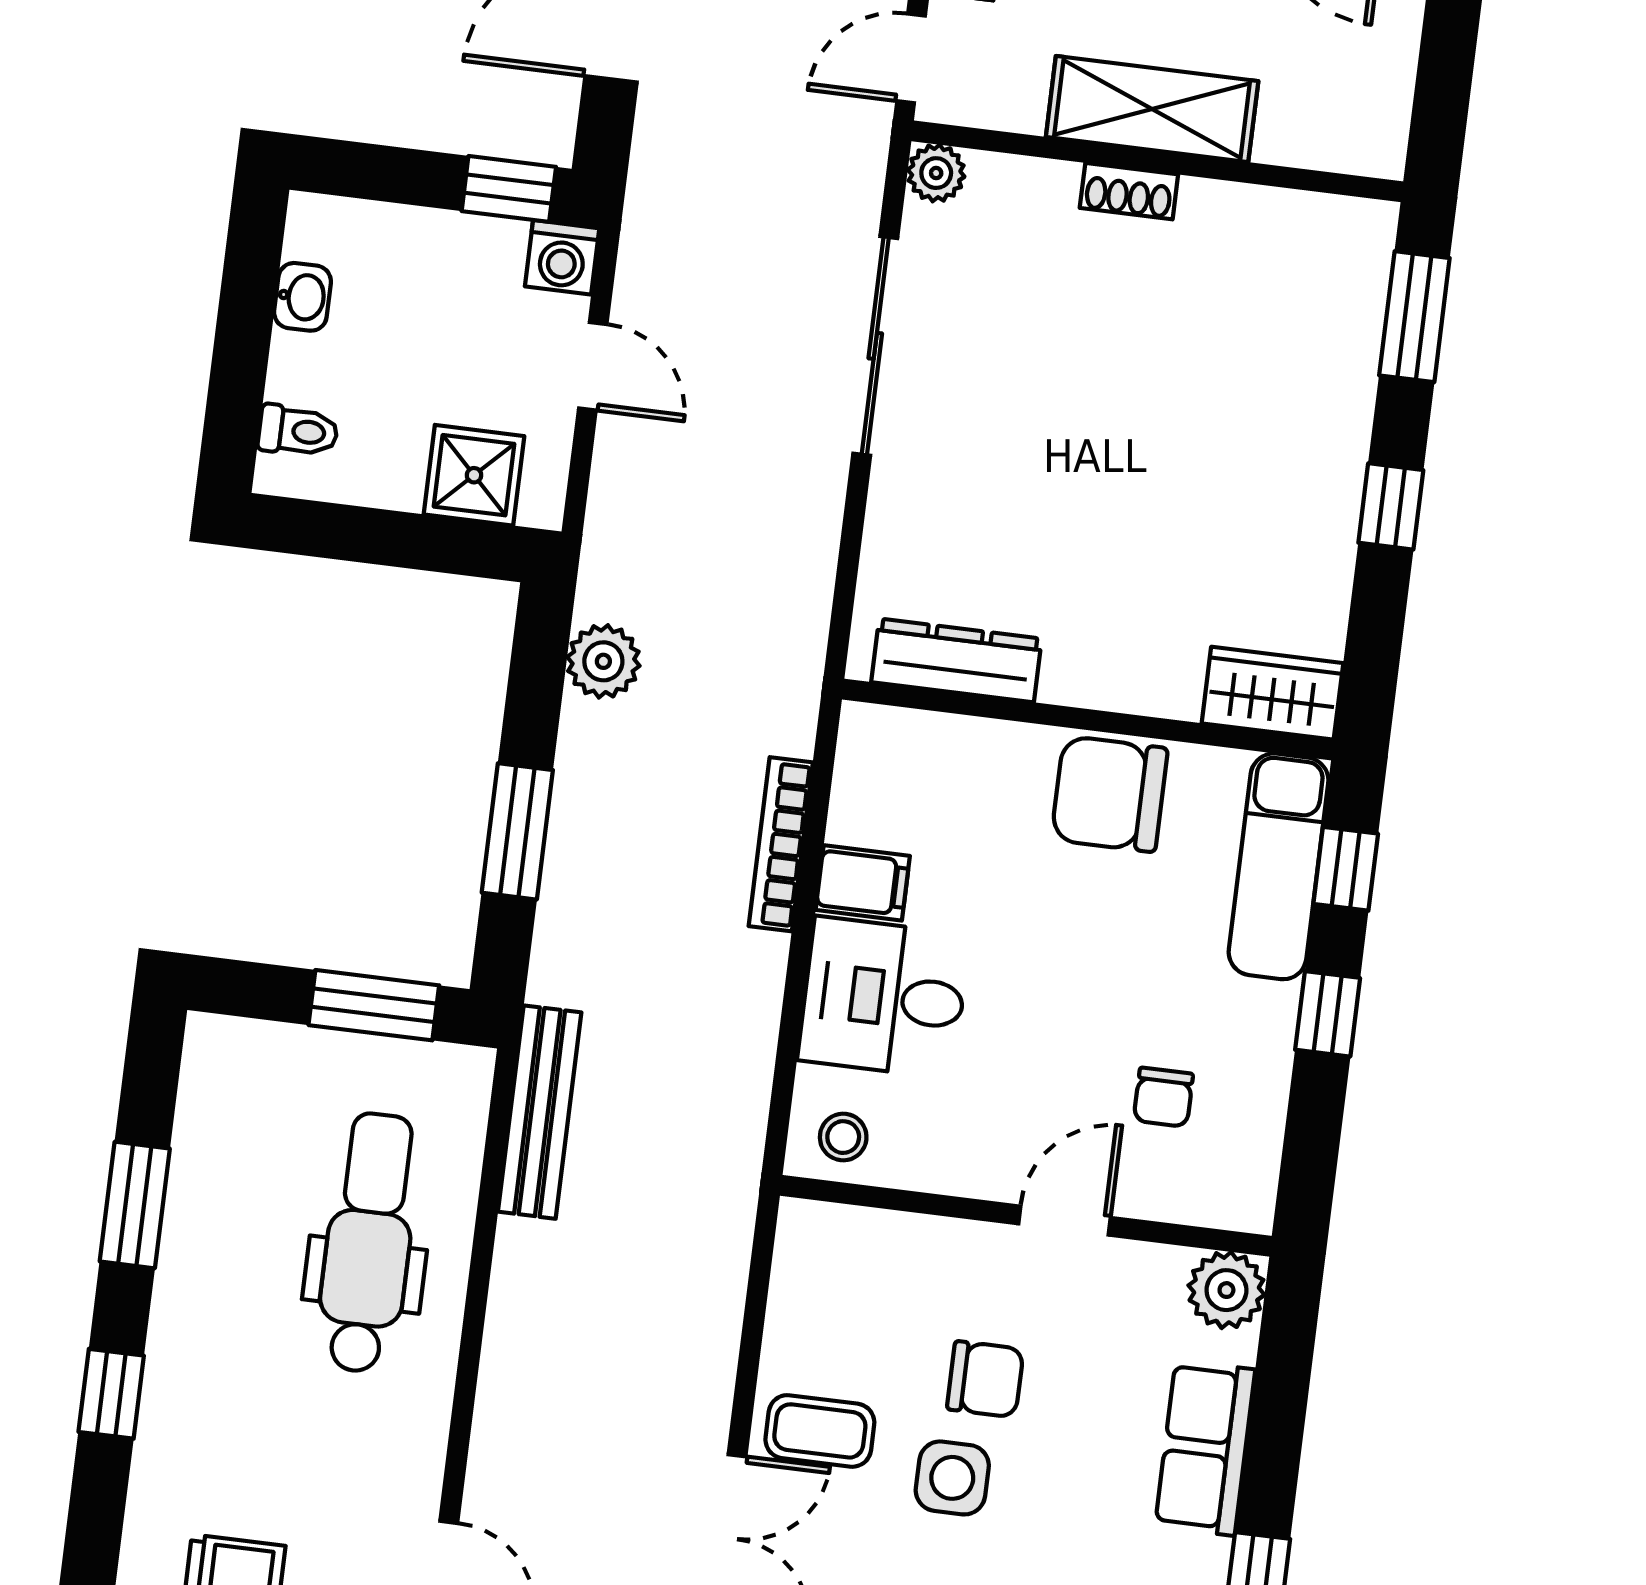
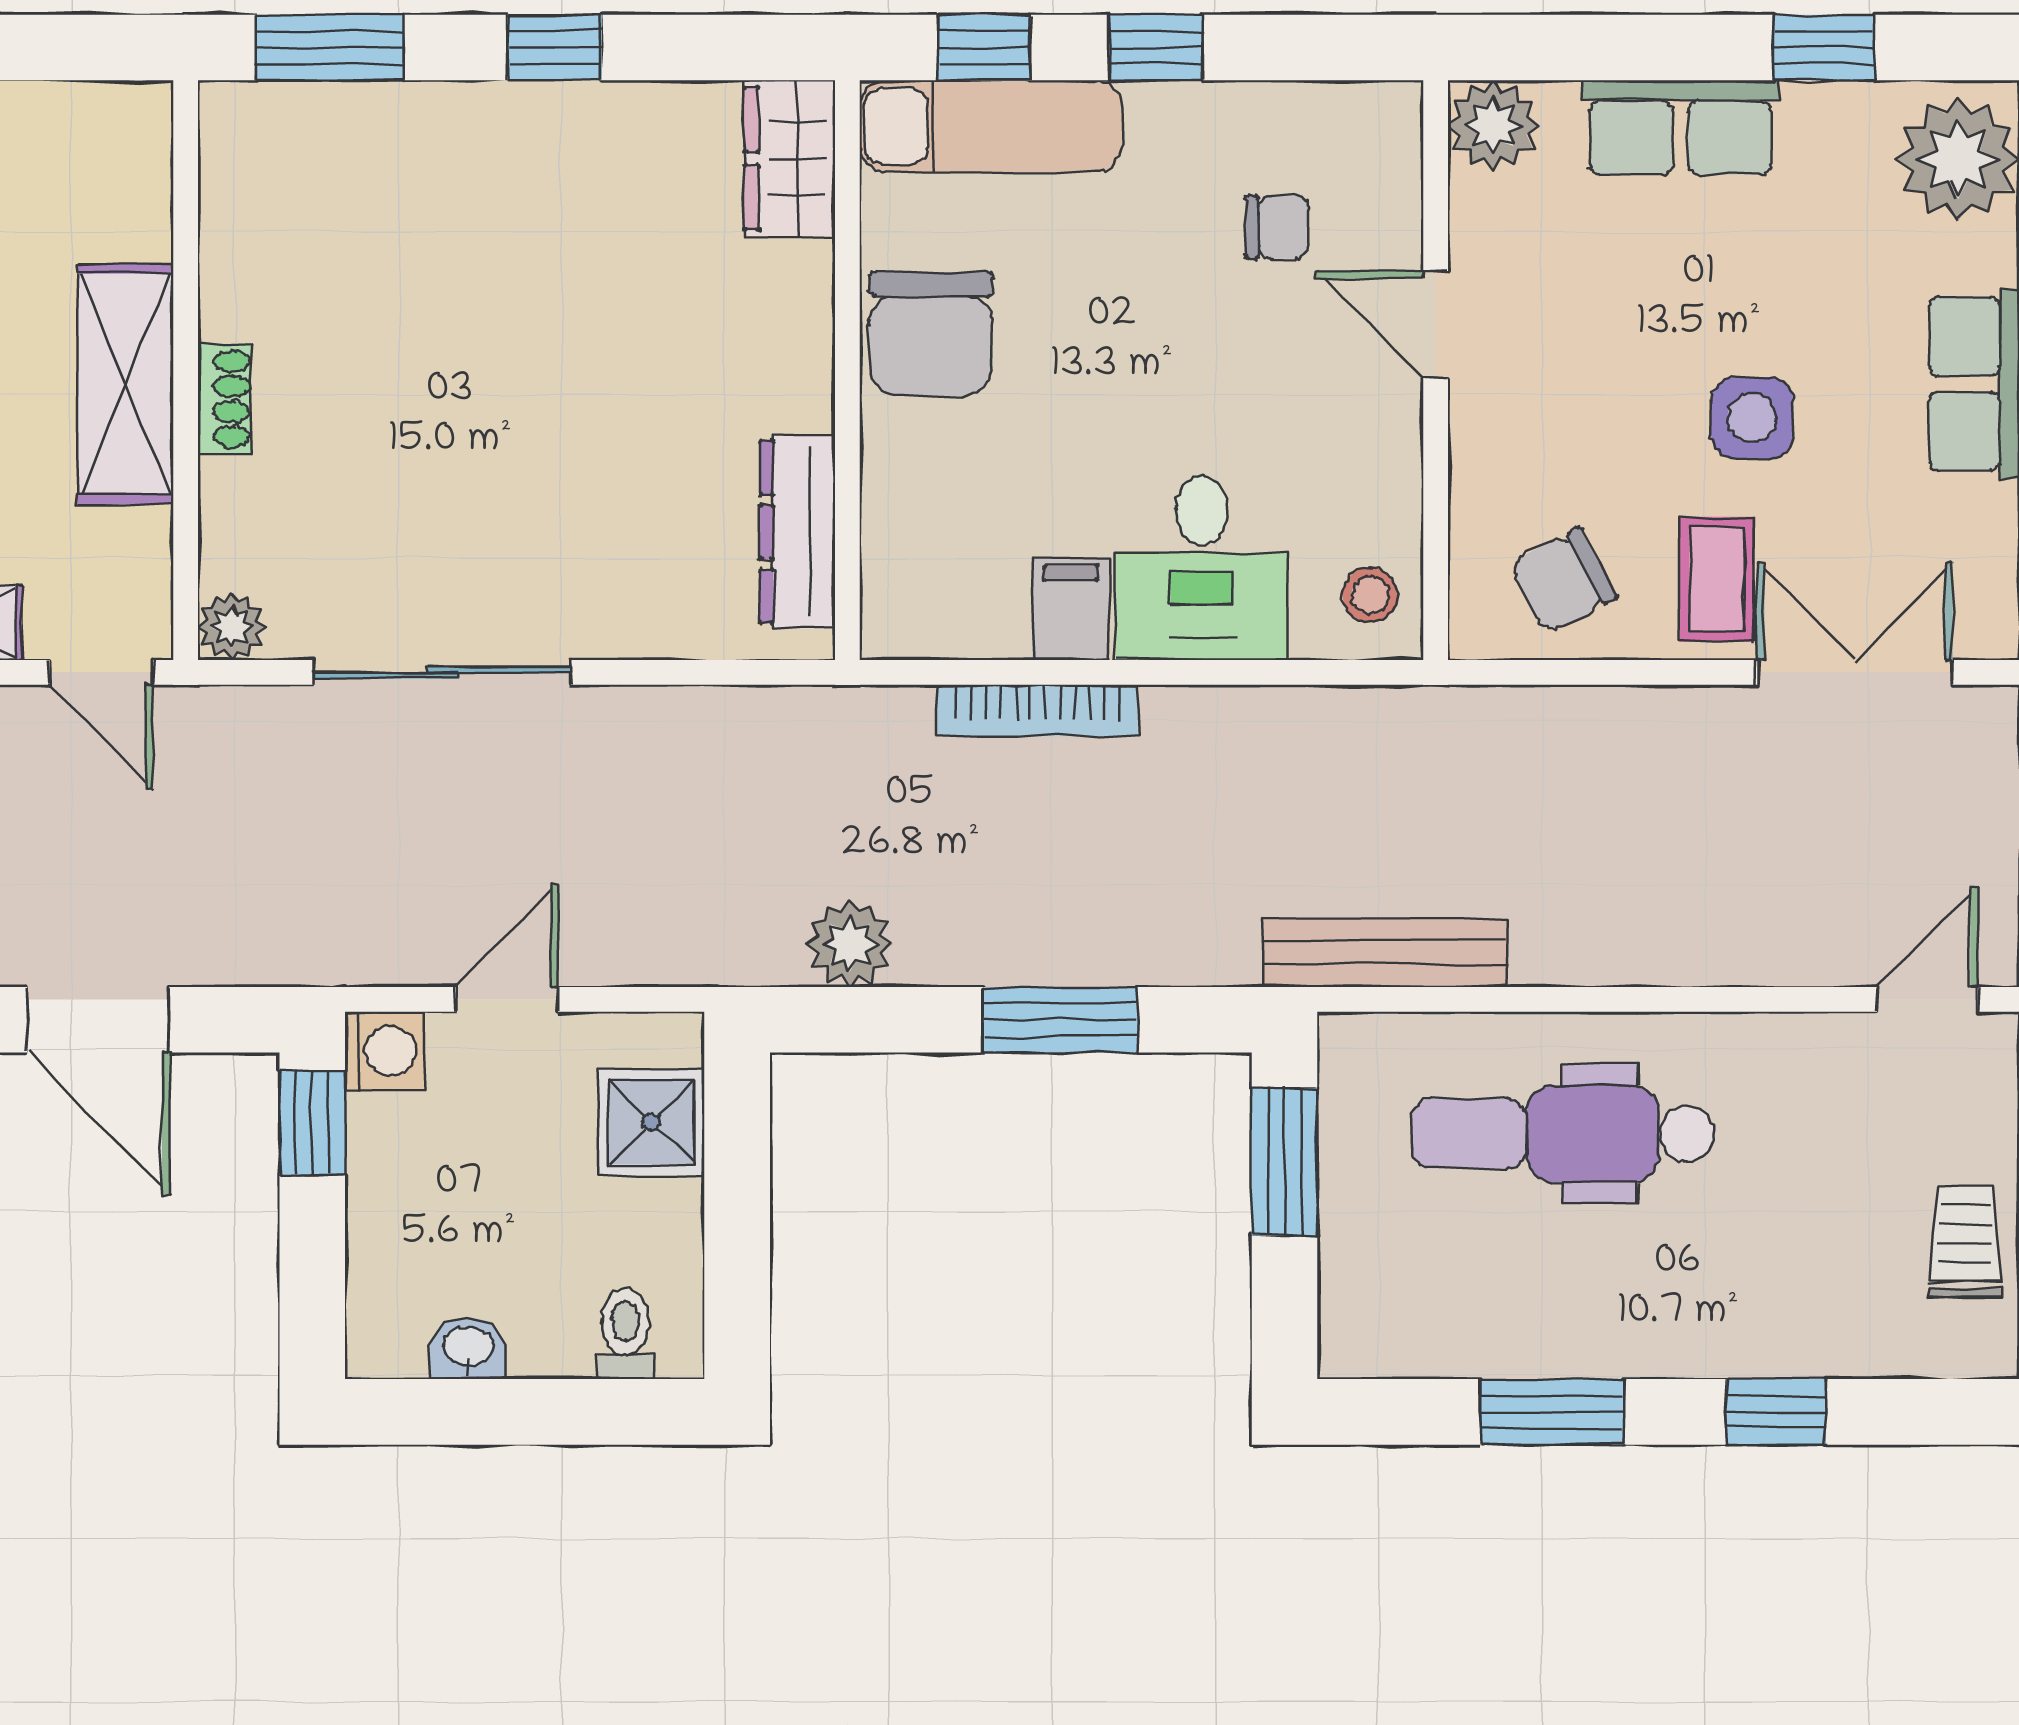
chair: (985, 1379) -> (1563, 581), moved, turned -118

